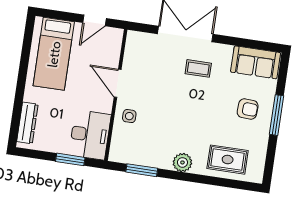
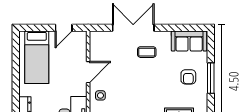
door: (118, 83) -> (88, 72), swing flipped
armchair: (248, 109) -> (188, 77), turned 87

